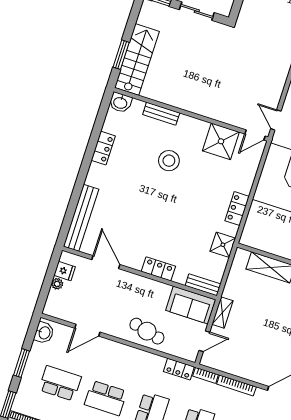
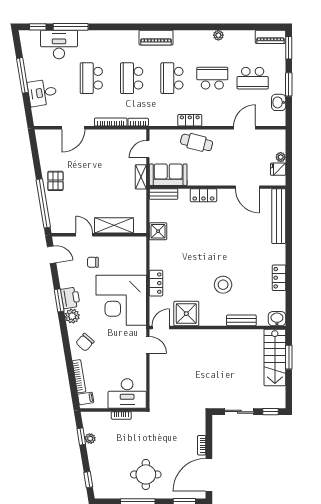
locker: (237, 209) -> (156, 283), moved
washbasin: (44, 333) -> (279, 102), moved
locker: (179, 369) -> (190, 120), moved

